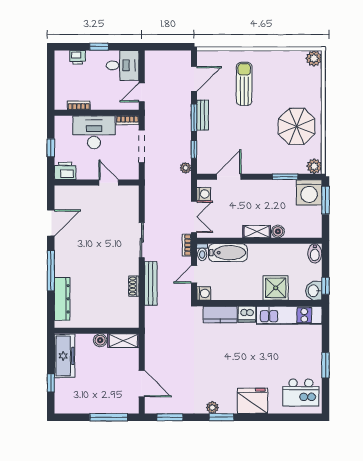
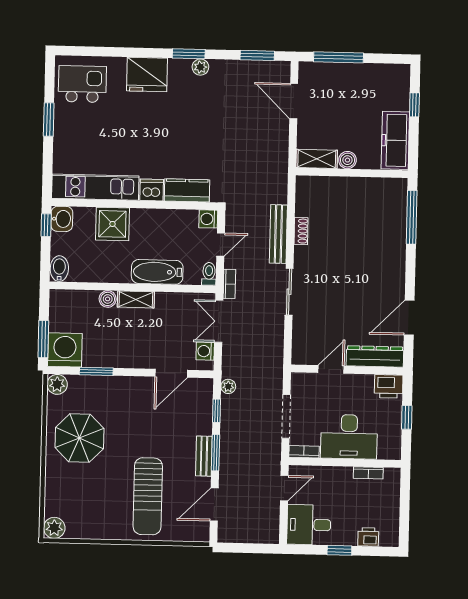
sun lounger: (244, 84) -> (148, 496), width x1.36, depth x1.34
door: (109, 183) -> (331, 369), swing flipped
bathtub: (228, 253) -> (157, 272), moved
window: (51, 271) -> (412, 217), moved
dresser: (62, 299) -> (375, 356), moved, turned 90

